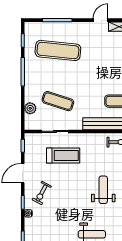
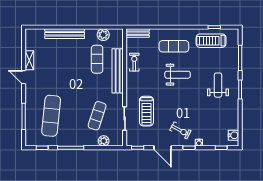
treadmill: (63, 155) -> (146, 111), turned 180
weight bench: (103, 190) -> (178, 75), turned 180

